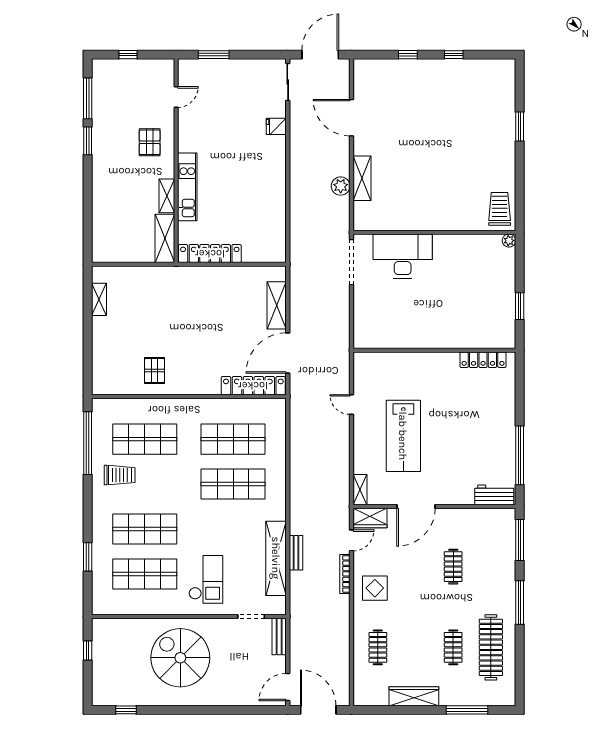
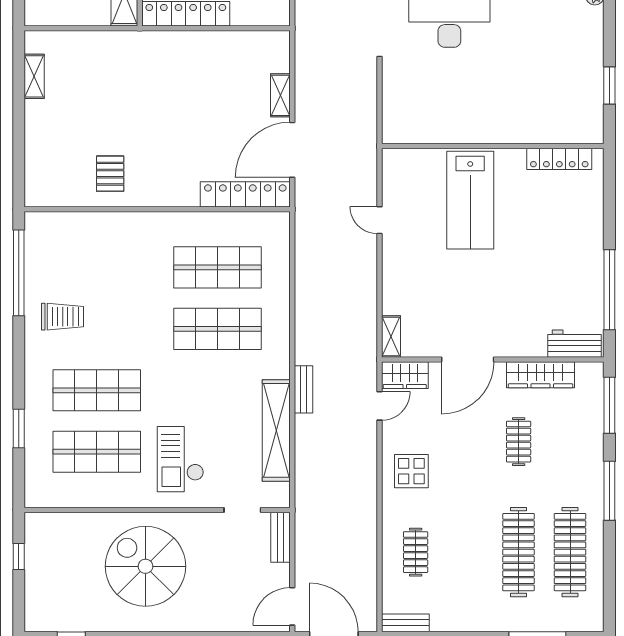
shelving: (277, 305) -> (280, 95), width x0.67, depth x0.75
lab bench: (403, 436) -> (470, 200), moved
shop shelf: (145, 439) -> (97, 267), removed
bench: (296, 553) -> (304, 389), moved
bookcase: (345, 574) -> (370, 452), removed
checkout: (206, 579) -> (180, 459), turned 180
clothes rail: (453, 647) -> (519, 552), width x1.86, depth x1.31
wardrobe: (414, 696) -> (540, 375), moved, turned 180
bench: (370, 699) -> (405, 623), added

